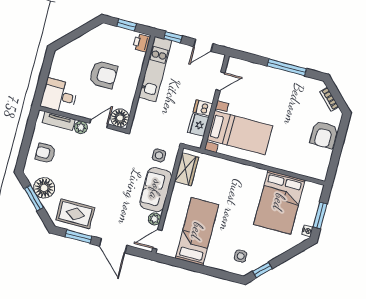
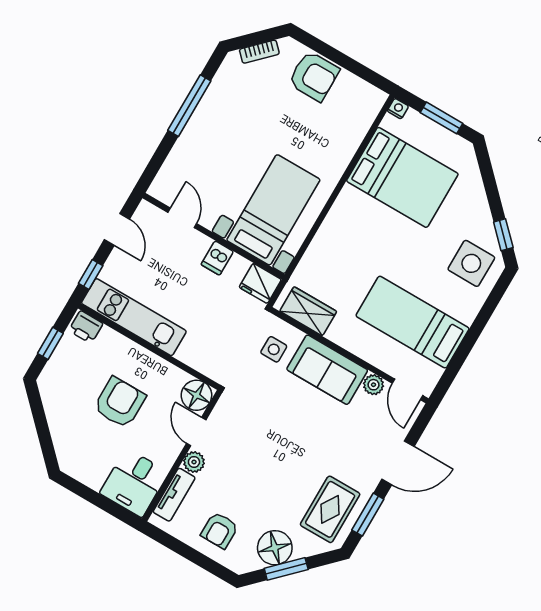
fridge: (198, 125) -> (260, 283), moved
nightstand: (307, 231) -> (398, 109), moved
side table: (241, 256) -> (471, 263), width x1.87, depth x1.87

